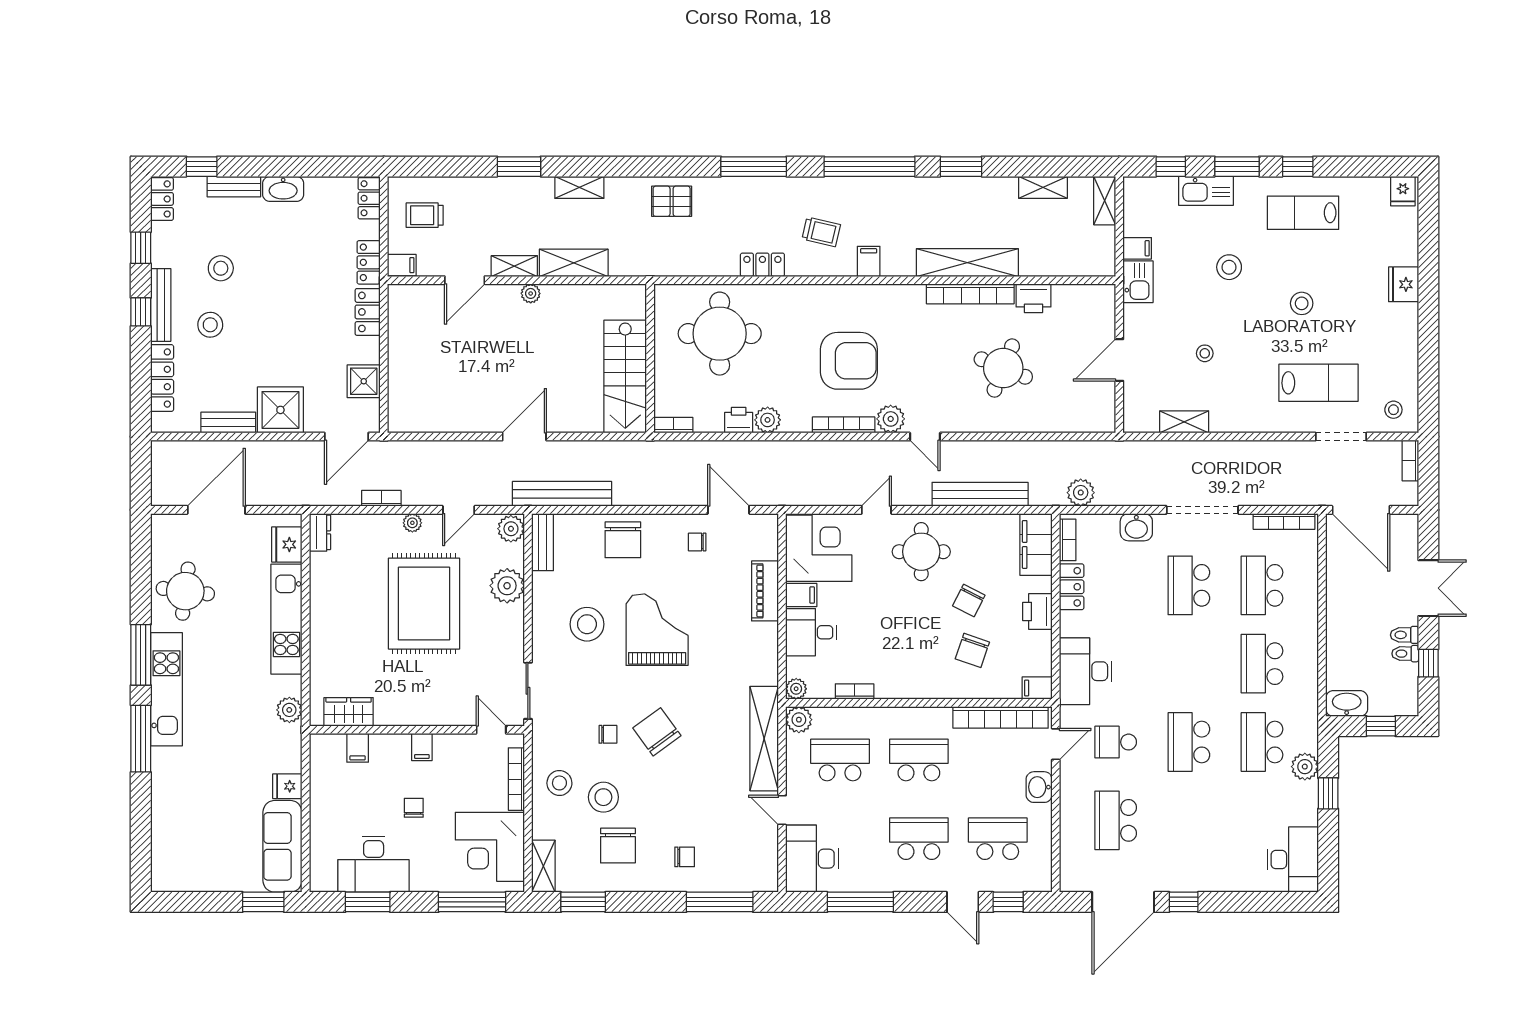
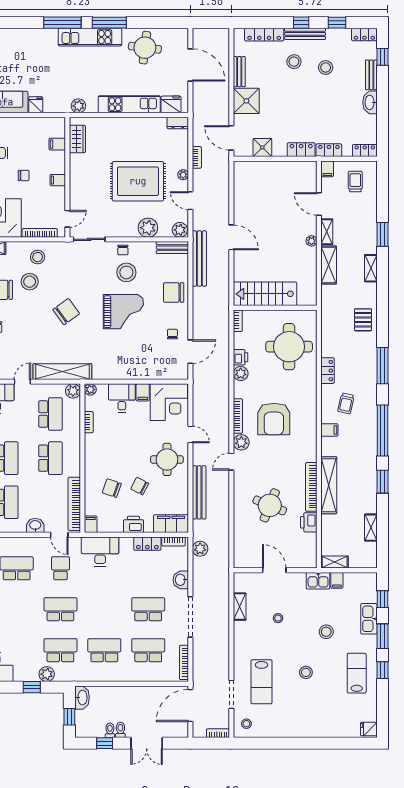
shelving: (1105, 201) -> (335, 562), moved
fridge: (1404, 284) -> (317, 729), removed
piano: (765, 591) -> (145, 372), removed
chair: (608, 734) -> (123, 250), moved

